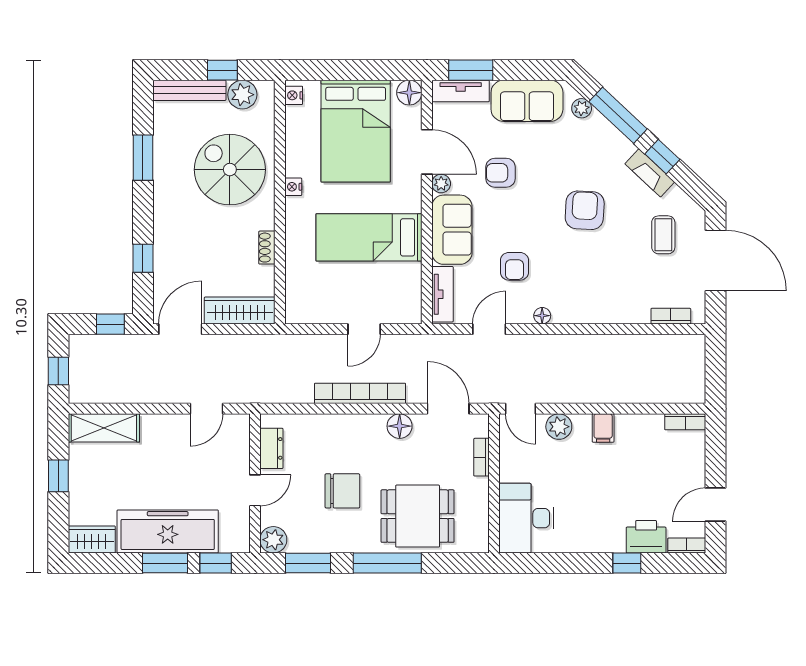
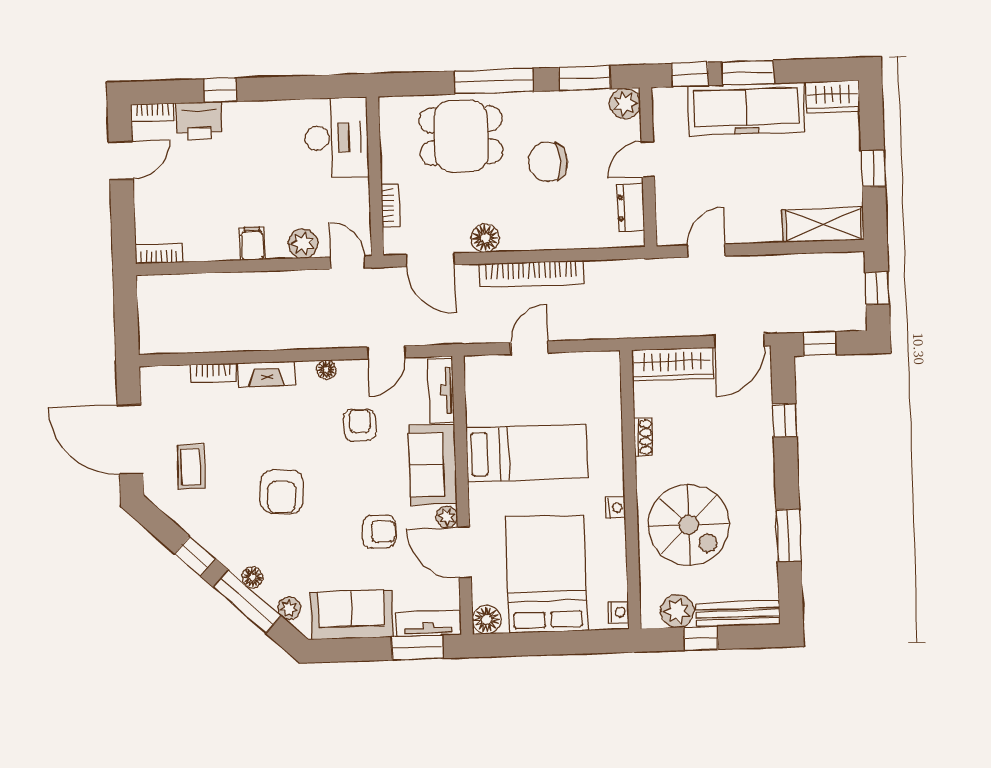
floor lamp: (613, 136) -> (252, 577), added
fireplace: (650, 173) -> (267, 374), moved, turned 137
bookcase: (671, 316) -> (214, 373), moved

